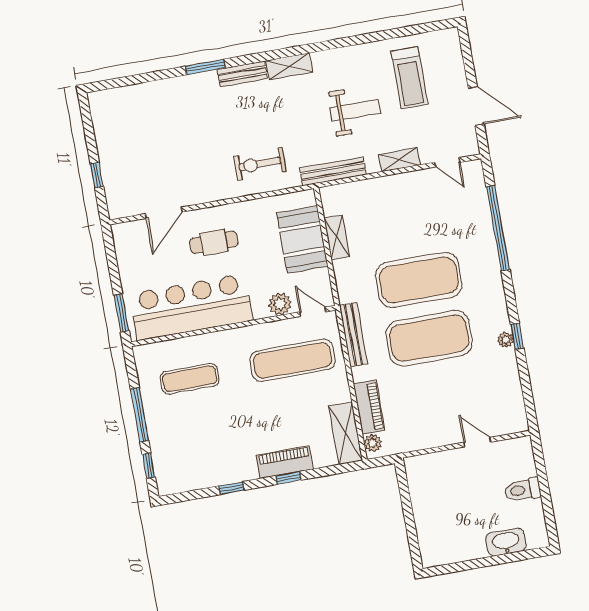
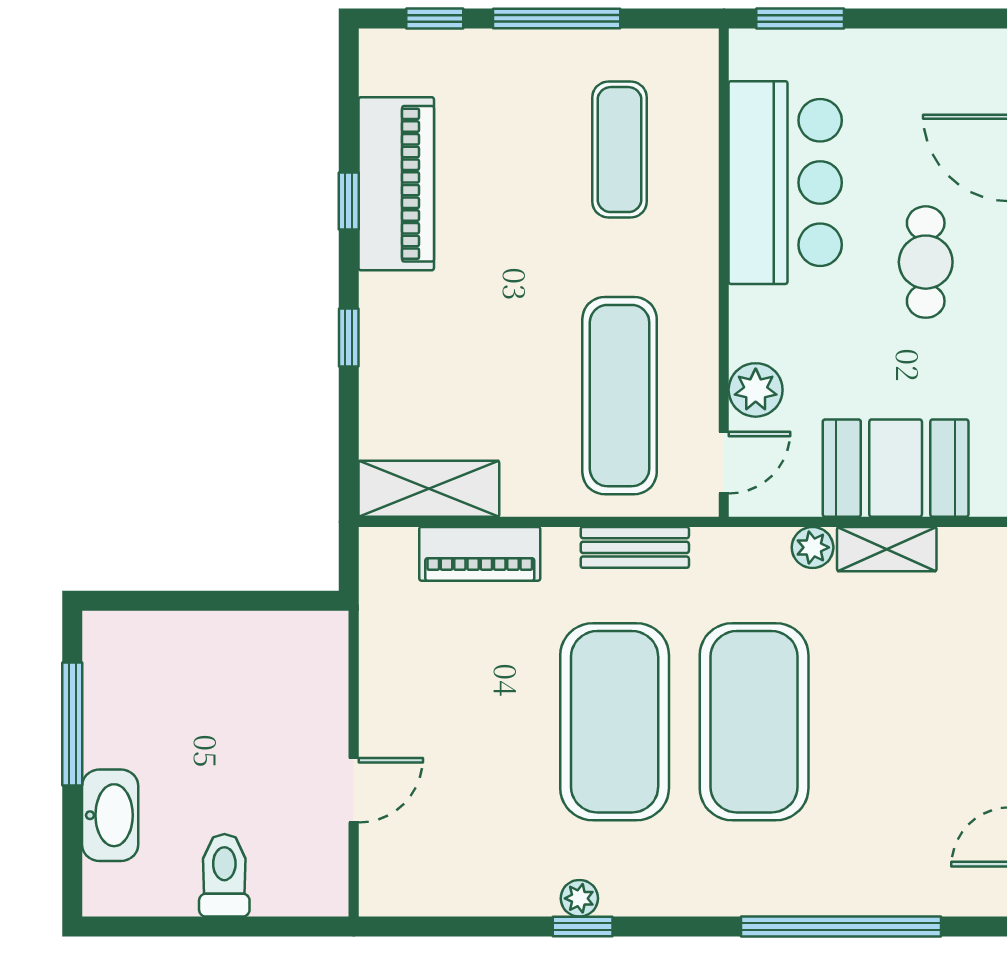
bar counter: (191, 307) -> (785, 183), width x0.73
bench: (353, 335) -> (635, 547), width x0.73
plant: (373, 443) -> (813, 547), moved
piano: (285, 462) -> (396, 184), moved, width x1.37, depth x1.33
window: (471, 565) -> (72, 724), added

